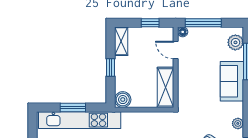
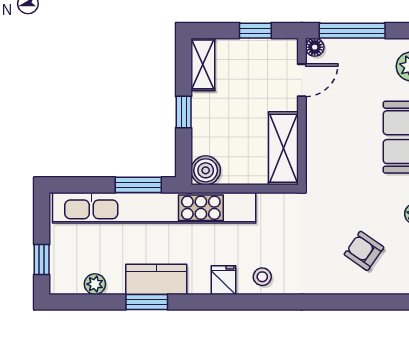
door: (176, 50) -> (302, 80), swing flipped
window: (73, 108) -> (138, 185), moved
kitchen unit: (80, 120) -> (154, 208), width x1.36

